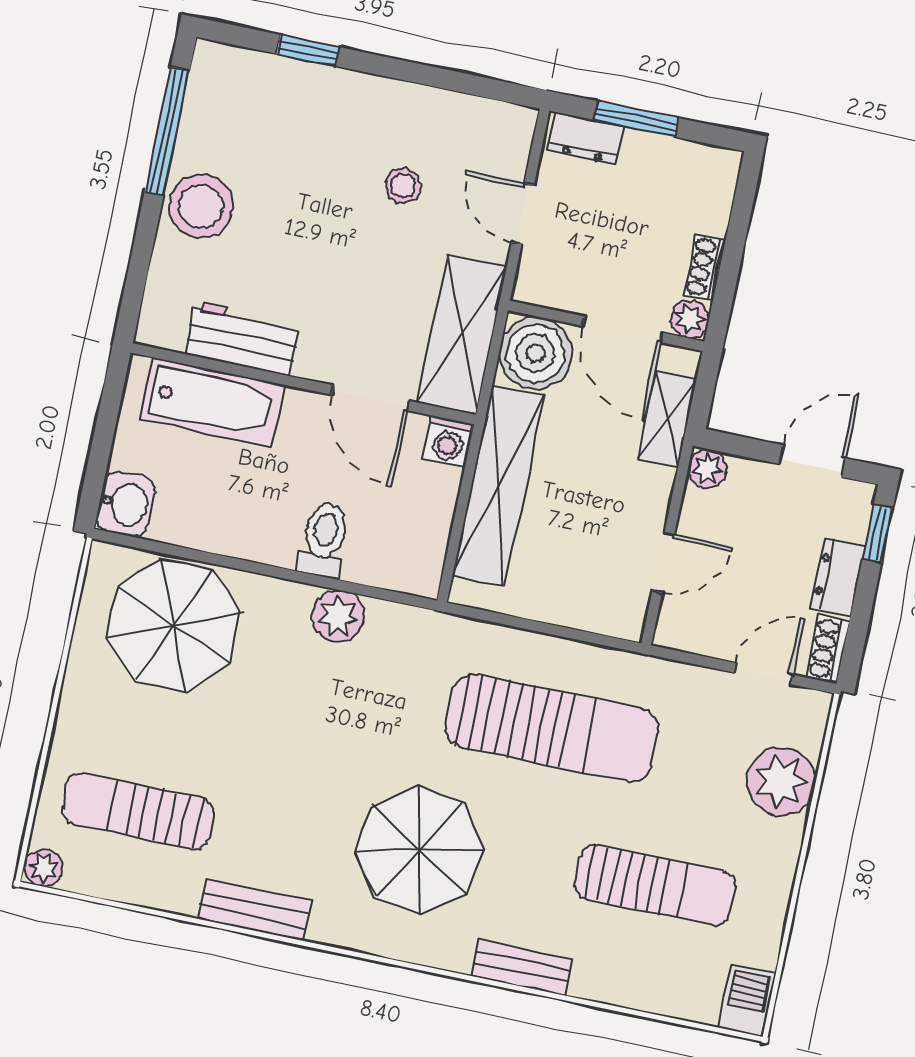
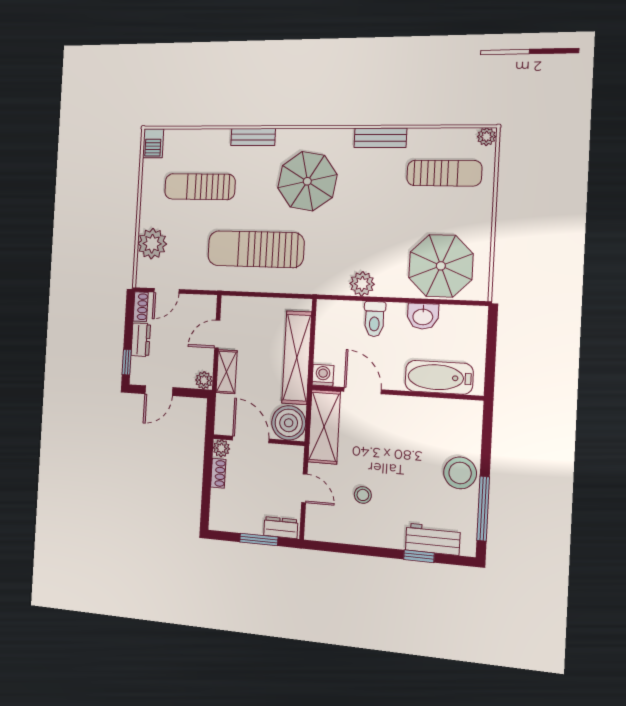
workbench: (243, 338) -> (433, 539), moved, turned 180
shelving: (667, 419) -> (226, 372), moved
washbasin: (126, 504) -> (423, 316), moved, turned -90

